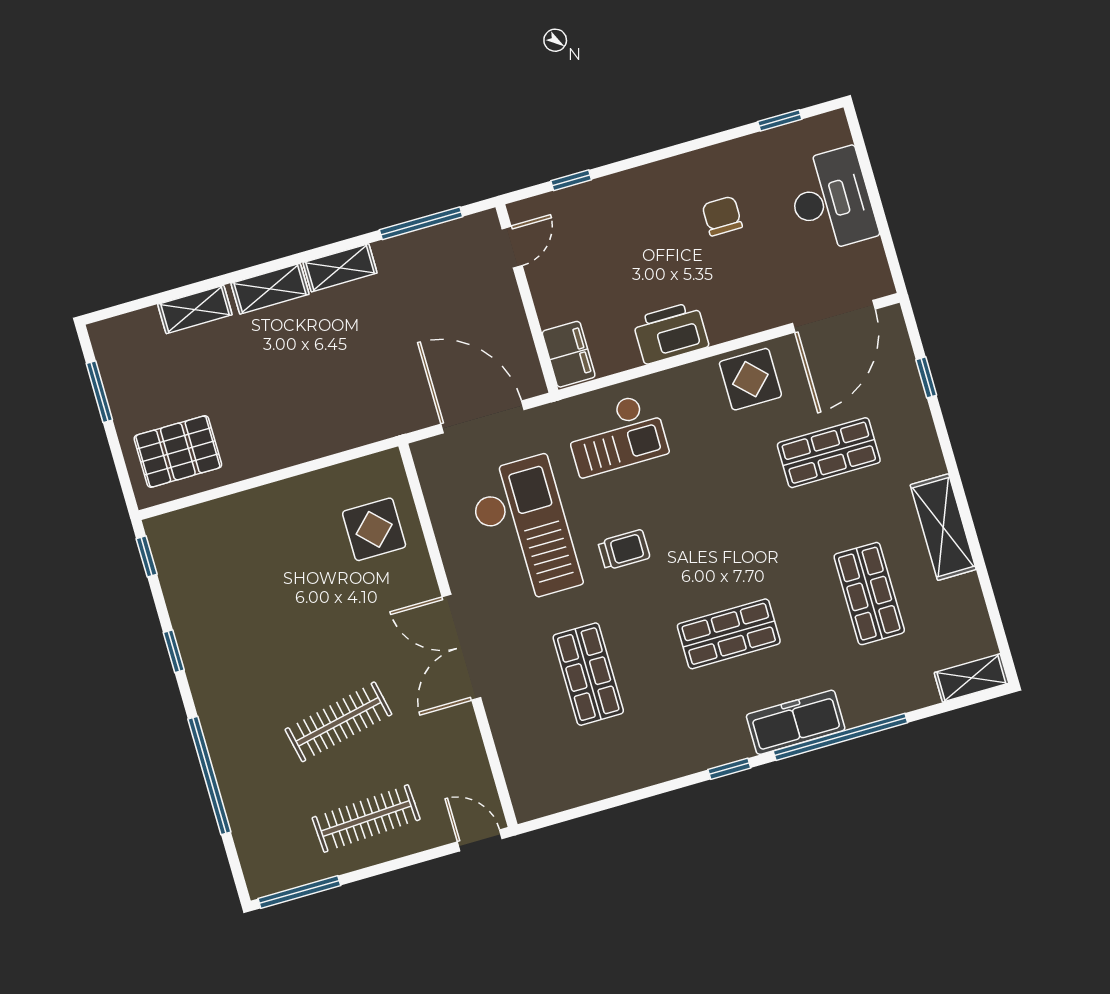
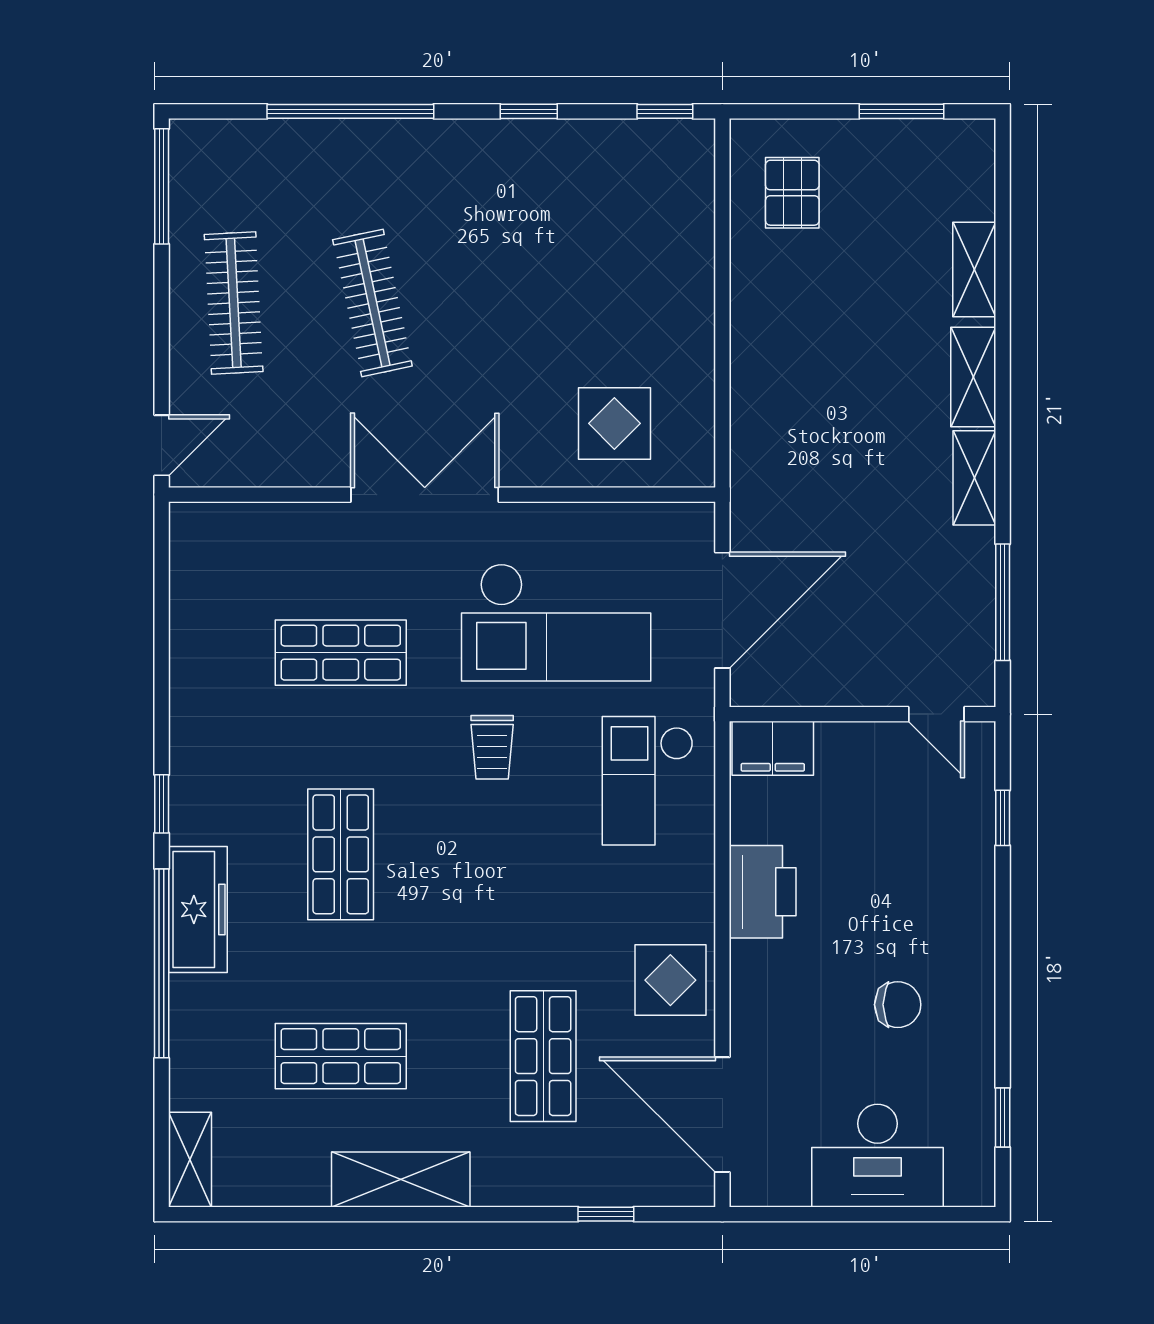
pallet: (178, 452) -> (792, 193), width x0.67, depth x0.71

